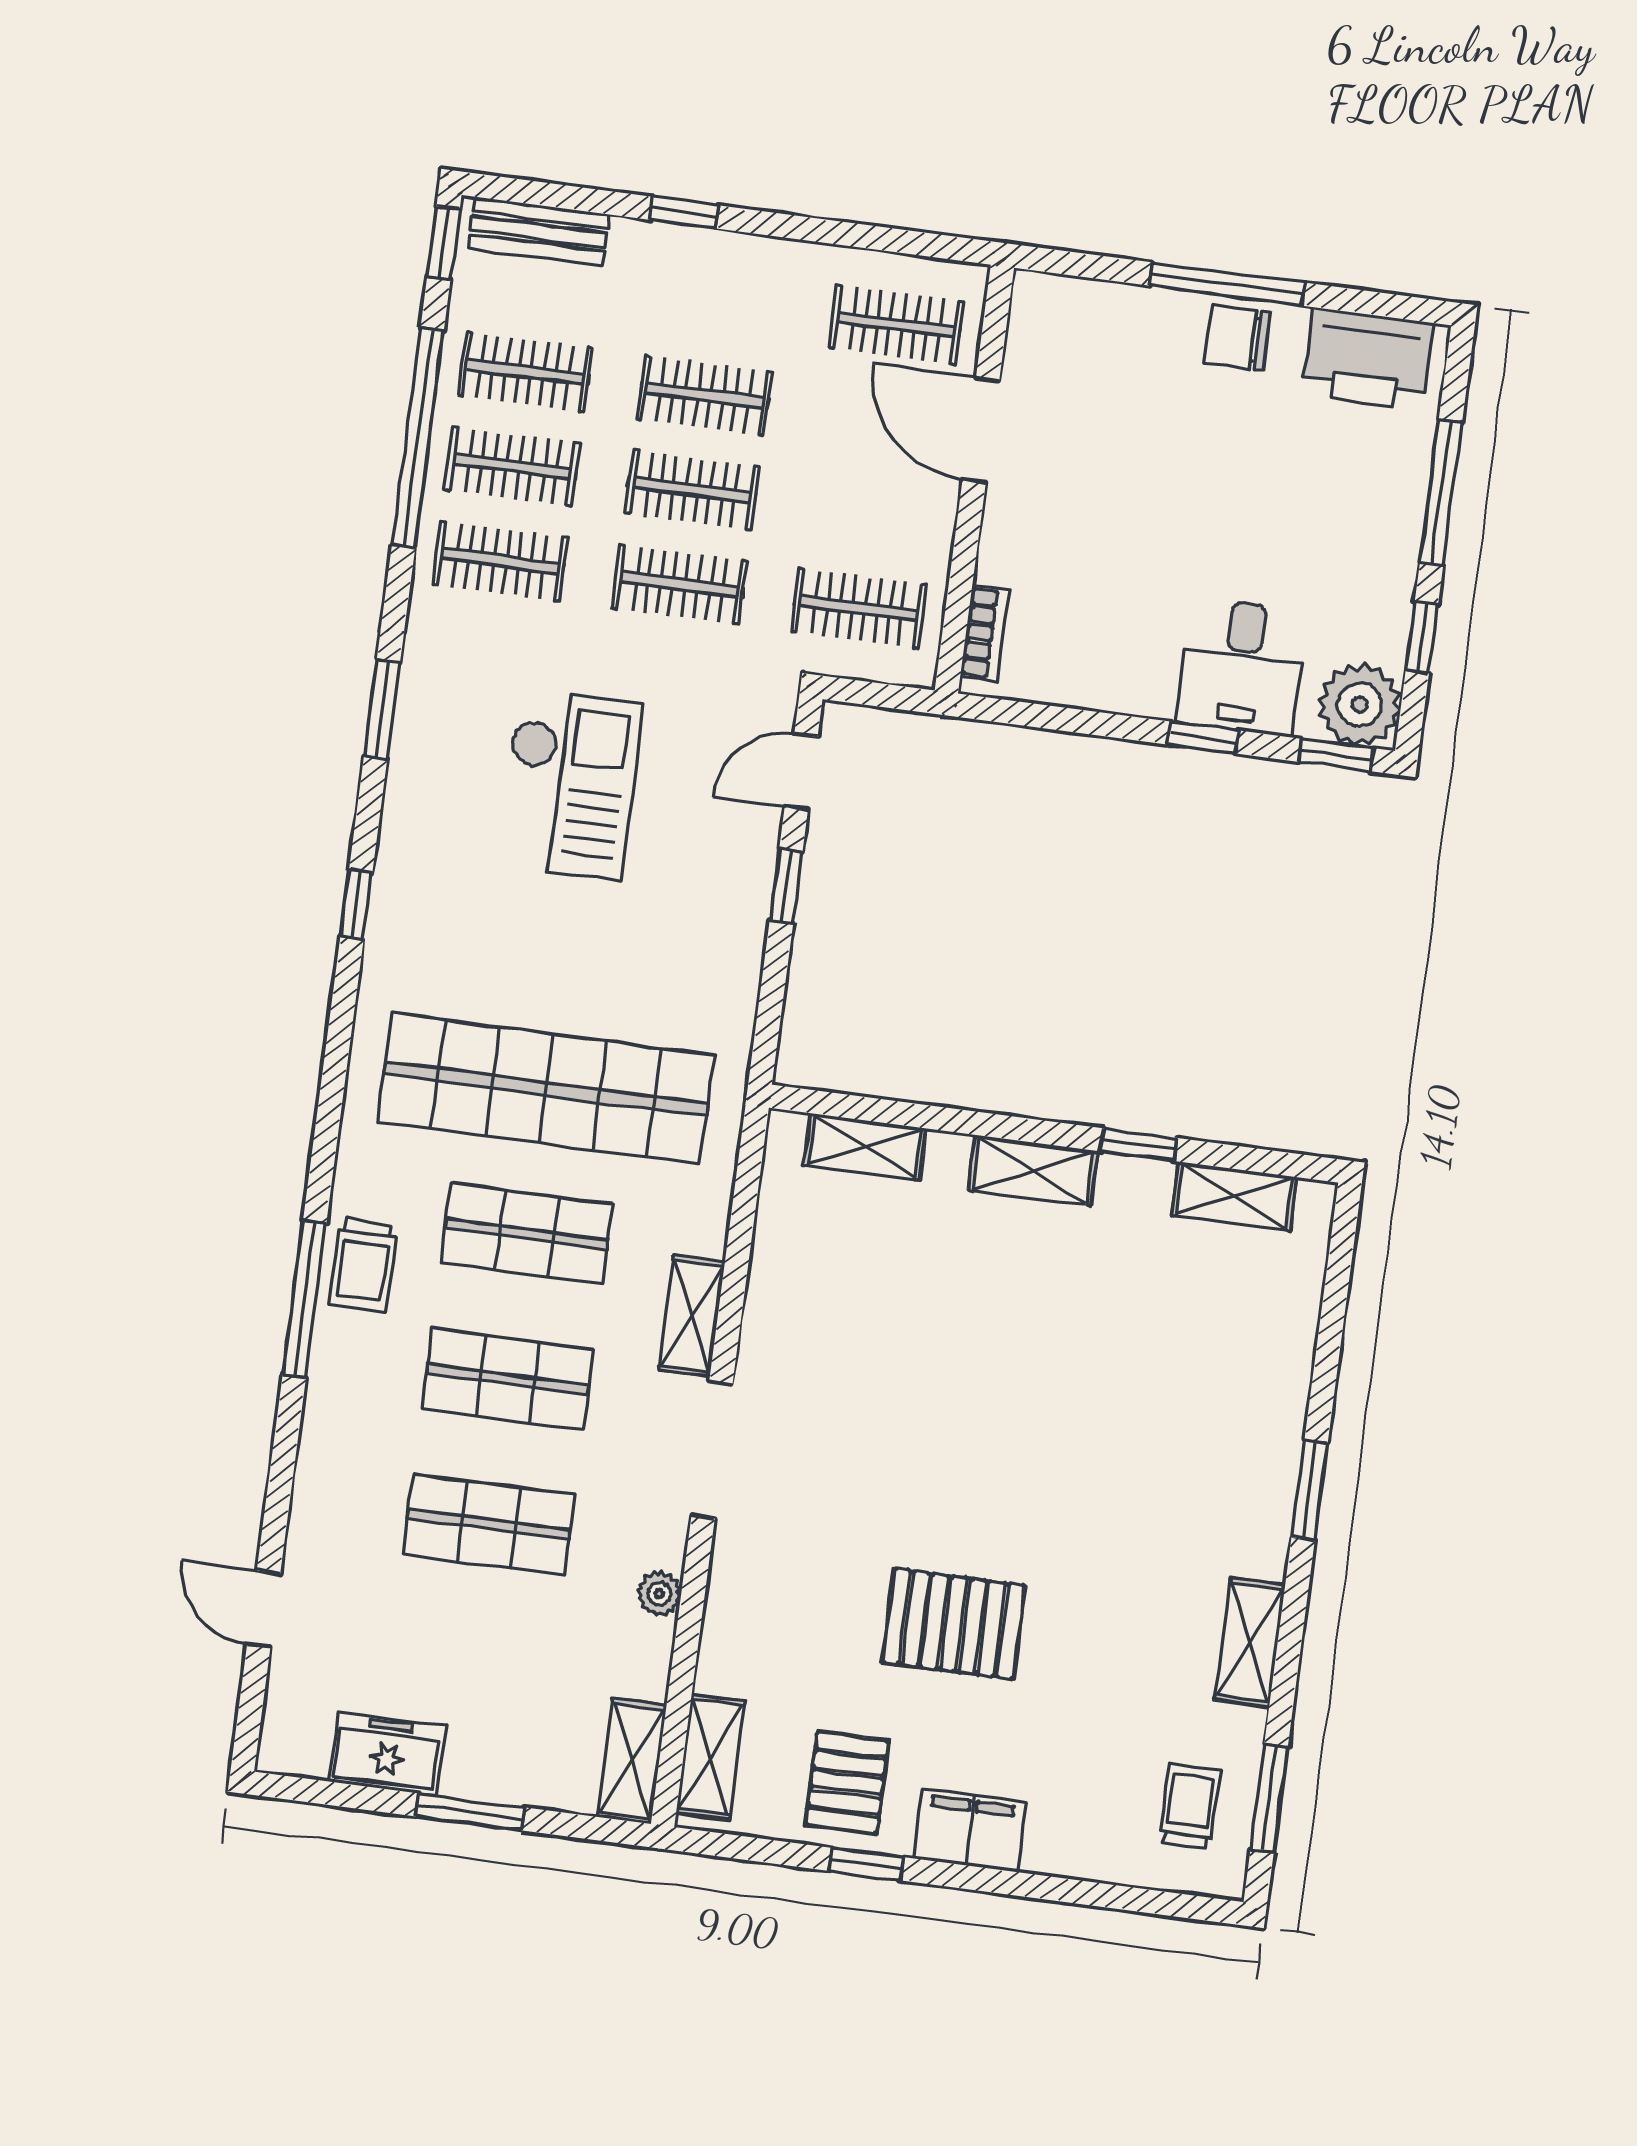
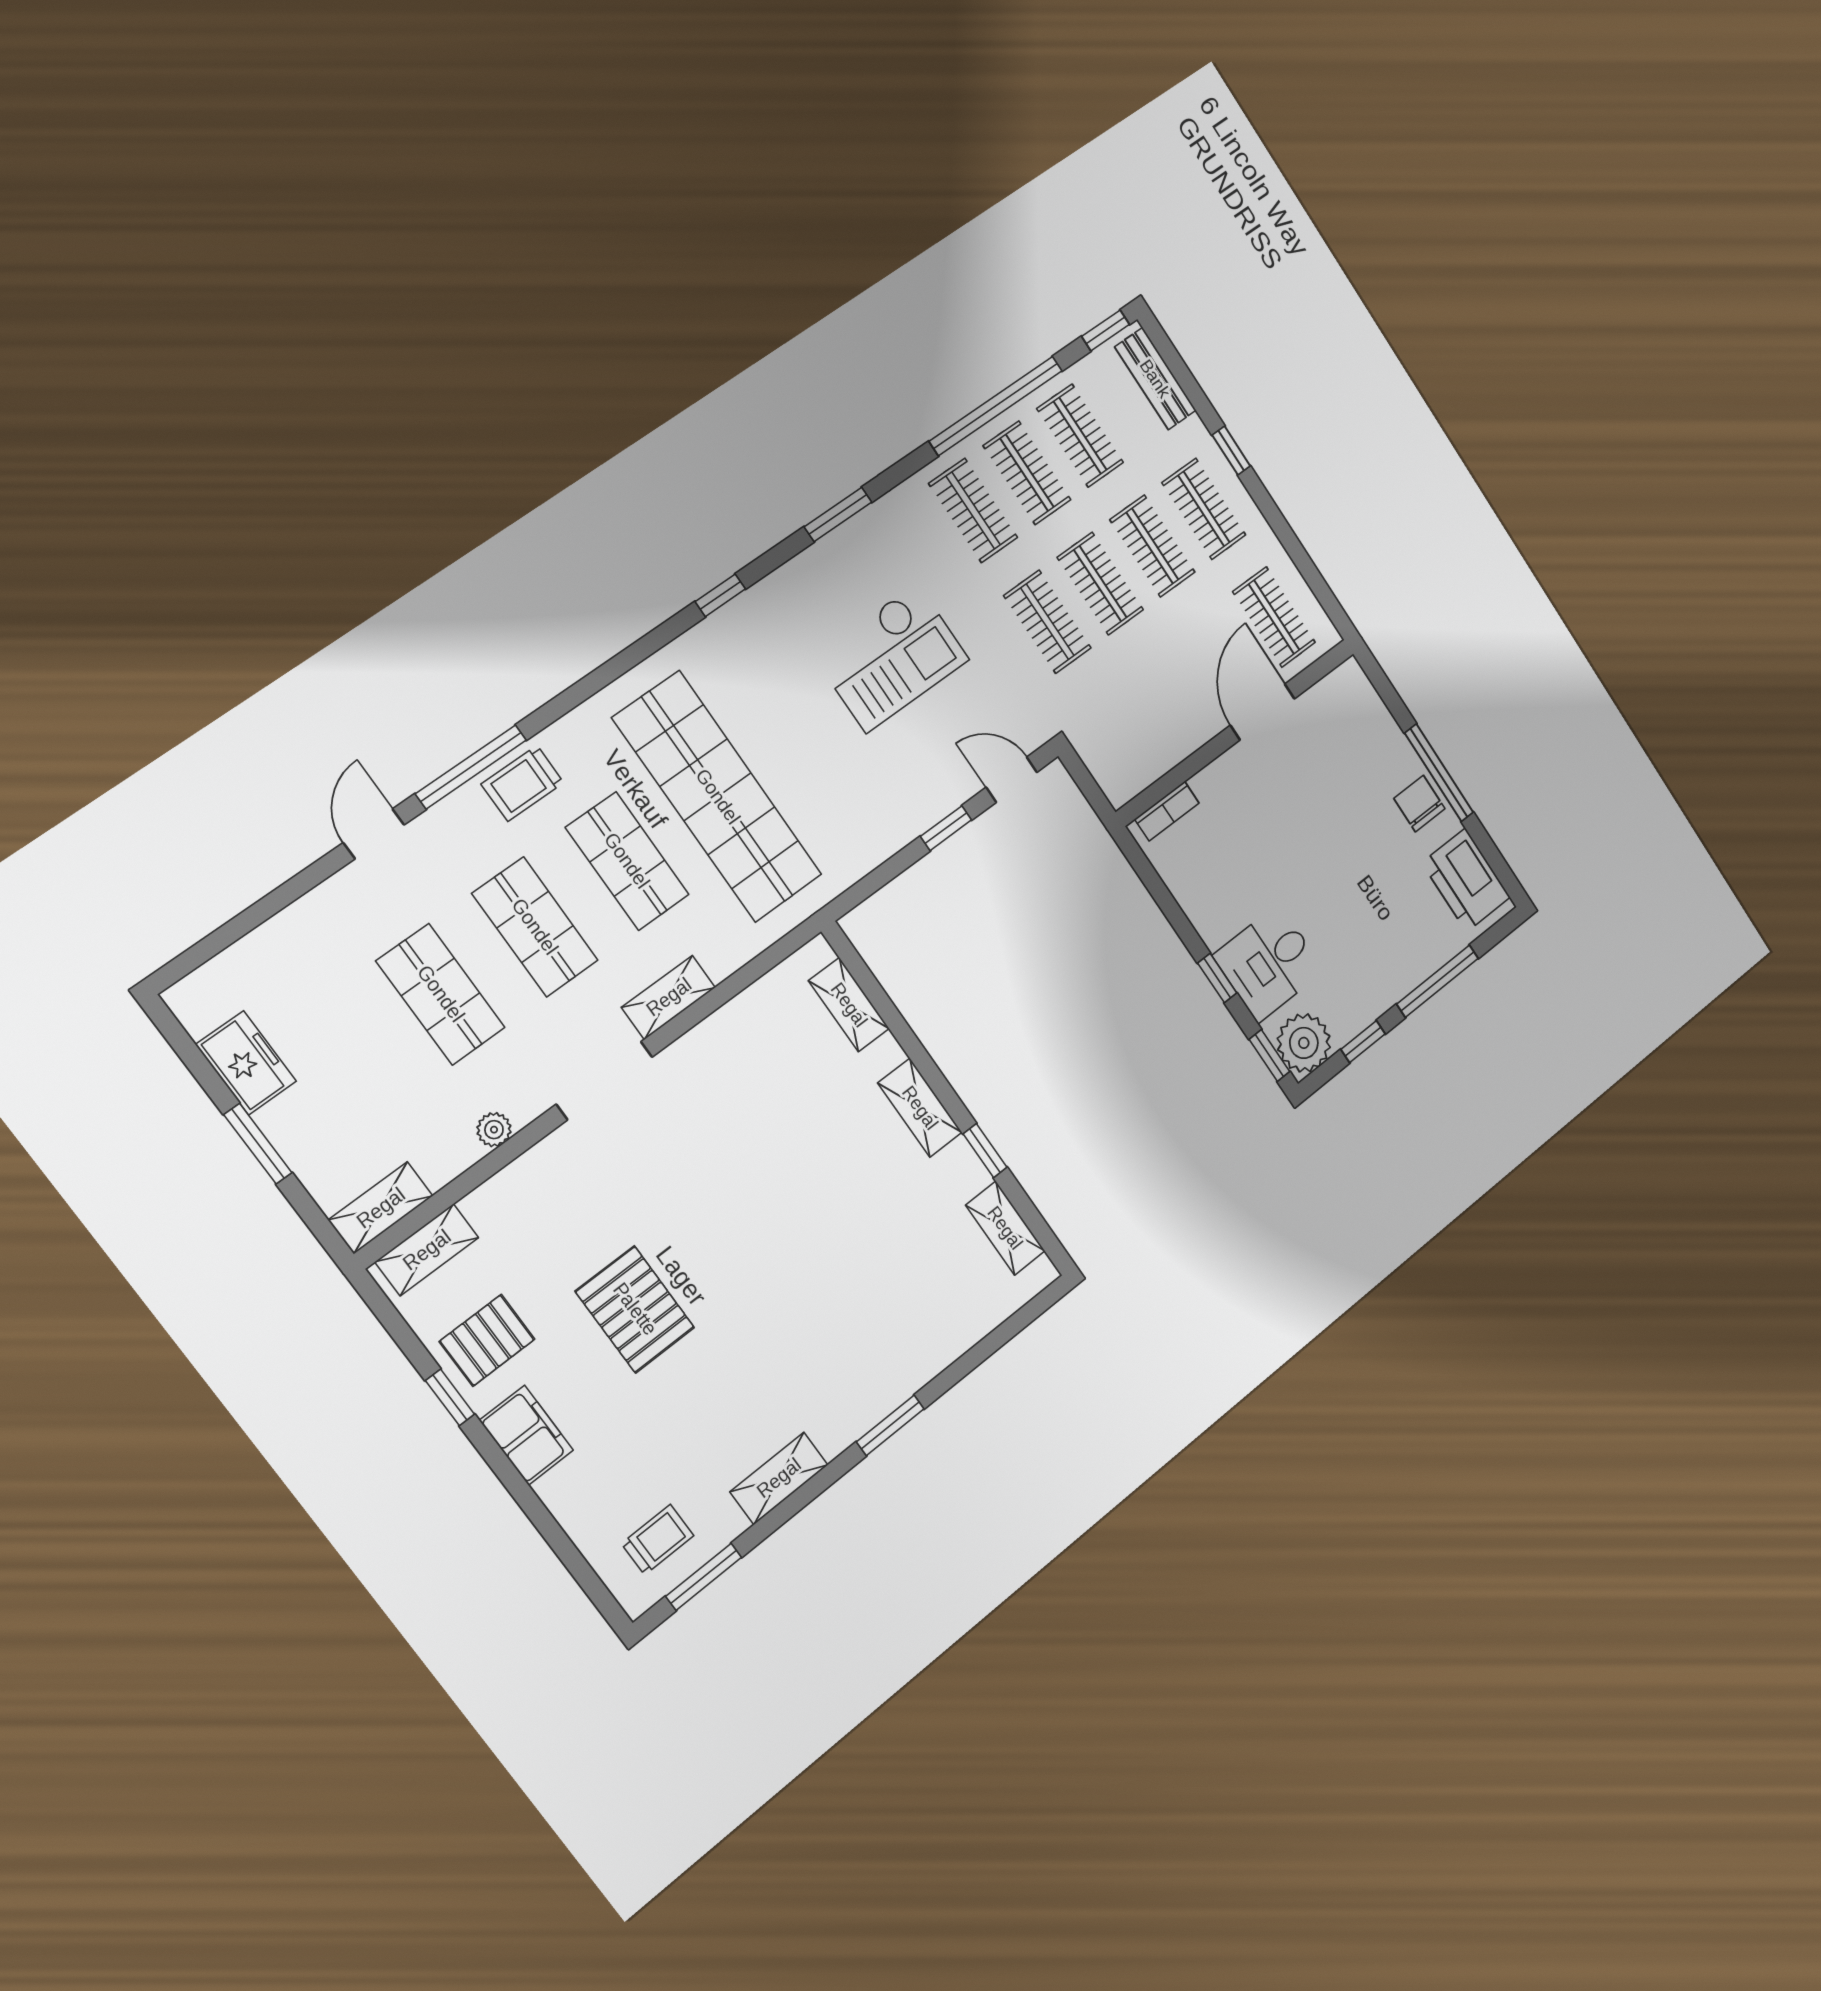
clothes rail: (859, 608) -> (1204, 509), moved
door: (264, 1609) -> (374, 834), moved

